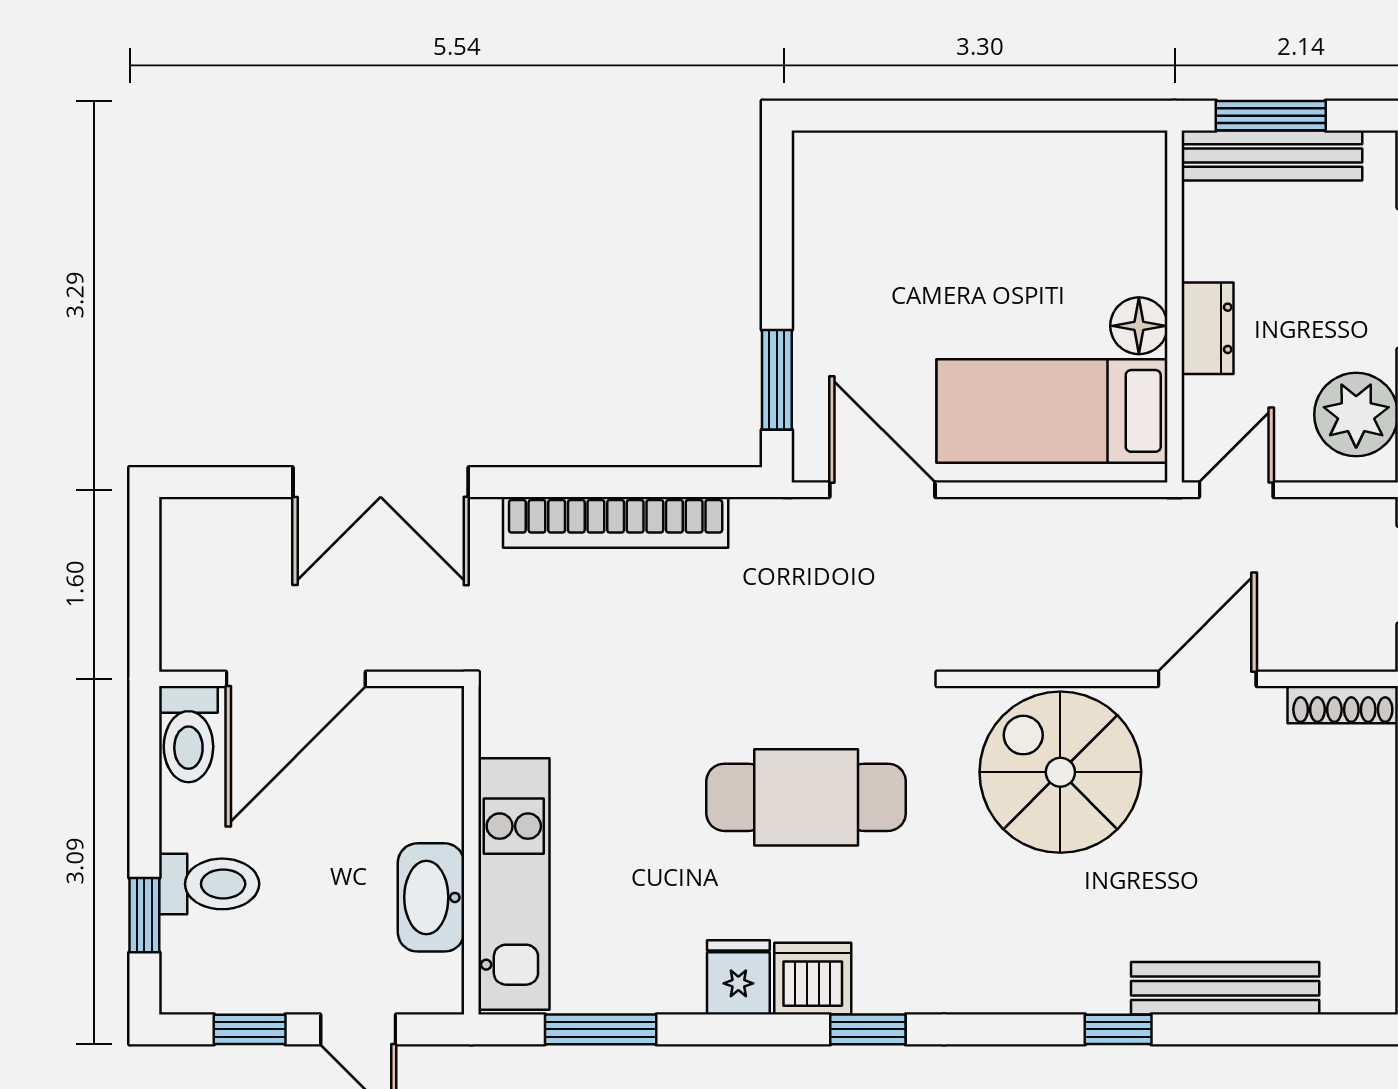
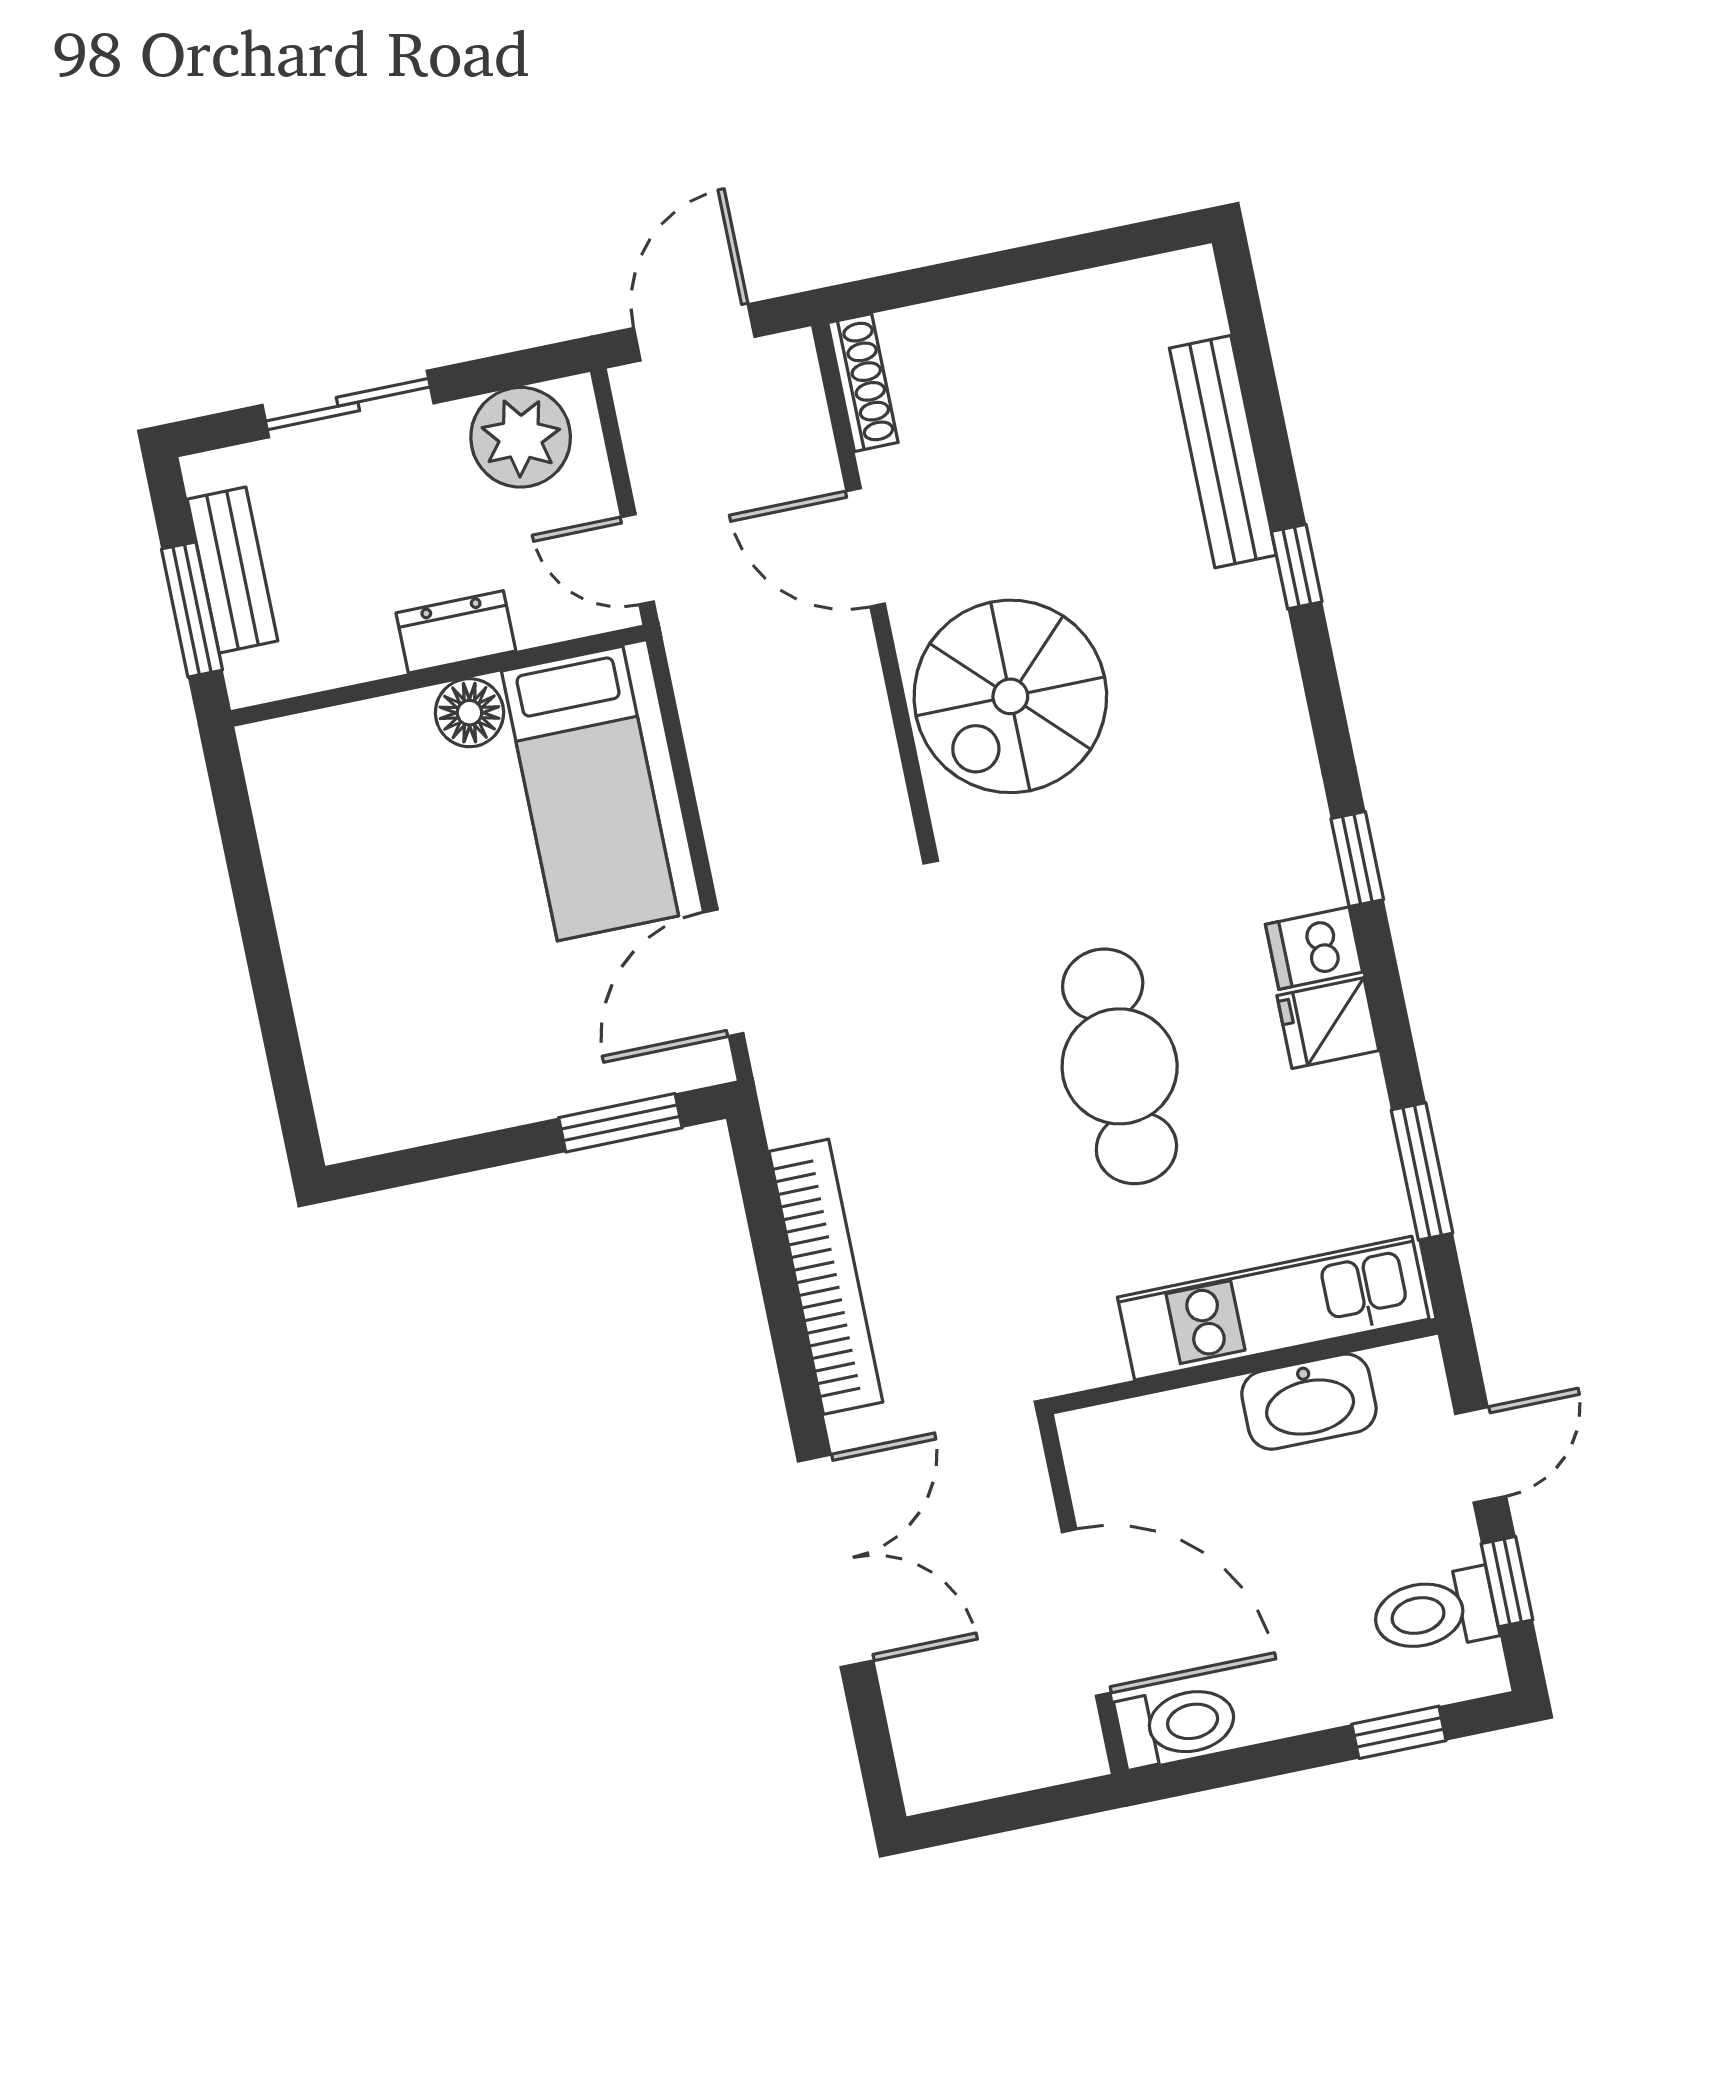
bench: (1272, 156) -> (232, 570), width x0.73
cafe table: (806, 797) -> (1120, 1066), moved
toilet: (209, 884) -> (1434, 1612), moved, turned -90
dishwasher: (813, 979) -> (1314, 948), width x0.73

